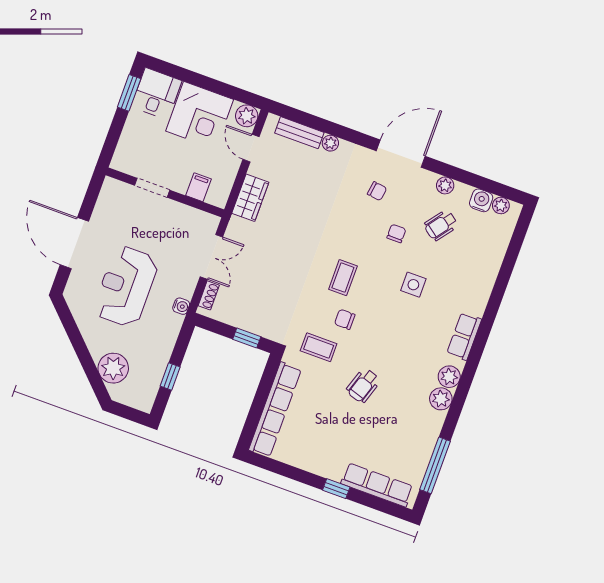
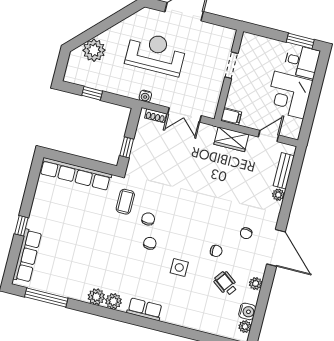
plant: (247, 116) -> (292, 130), removed
filing cabinet: (199, 187) -> (231, 116), moved
coffee table: (343, 278) -> (179, 214), removed
chair: (377, 320) -> (150, 243), added
wheelchair: (363, 386) -> (100, 238), removed

